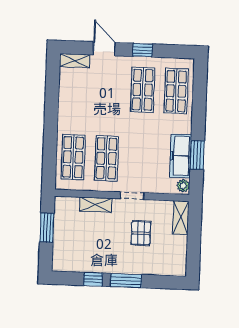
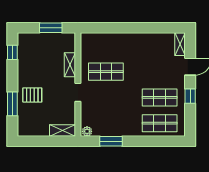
freezer: (181, 156) -> (110, 129), removed
shop shelf: (73, 157) -> (106, 46), removed
pallet: (141, 233) -> (32, 95), moved
window: (93, 279) -> (12, 52), moved
window: (126, 281) -> (12, 104), moved

